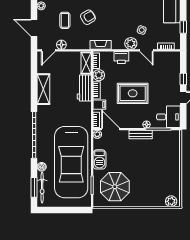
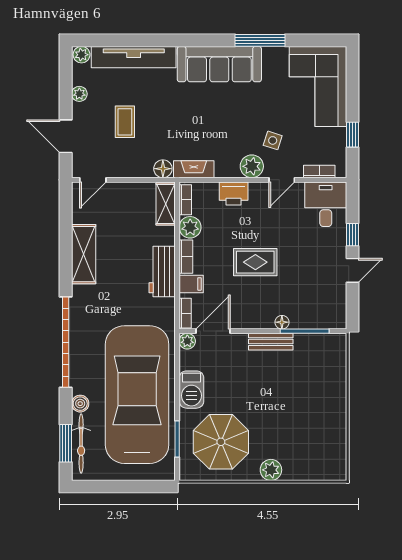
armchair: (88, 17) -> (169, 116), removed
floor lamp: (61, 45) -> (163, 169), moved
door: (146, 50) -> (282, 180), hinge flipped
workbench: (84, 88) -> (162, 272), moved
rug: (133, 93) -> (255, 262), width x0.73, depth x0.70
desk: (168, 117) -> (326, 204), moved, turned -90
door: (111, 129) -> (213, 331), hinge flipped
car: (71, 162) -> (137, 395), turned 180
plant: (171, 201) -> (271, 470), moved

